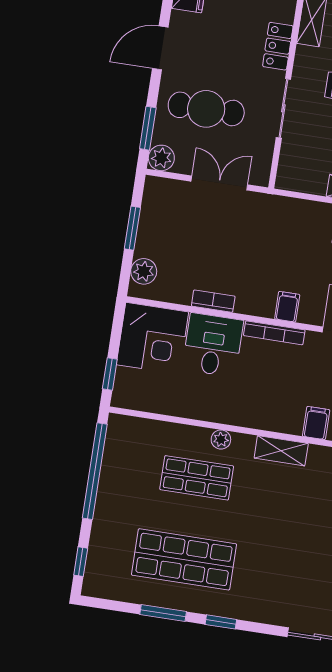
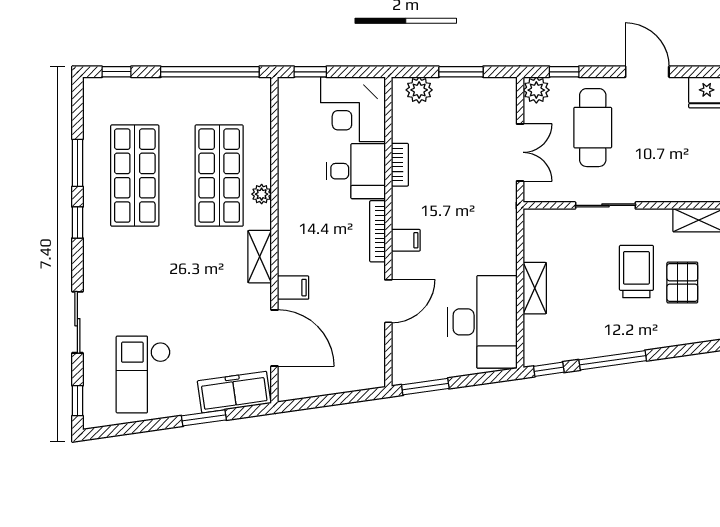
locker: (278, 46) -> (667, 190), removed
window: (148, 128) -> (564, 72), width x0.67
shop shelf: (197, 478) -> (219, 176), width x1.43, depth x1.36

